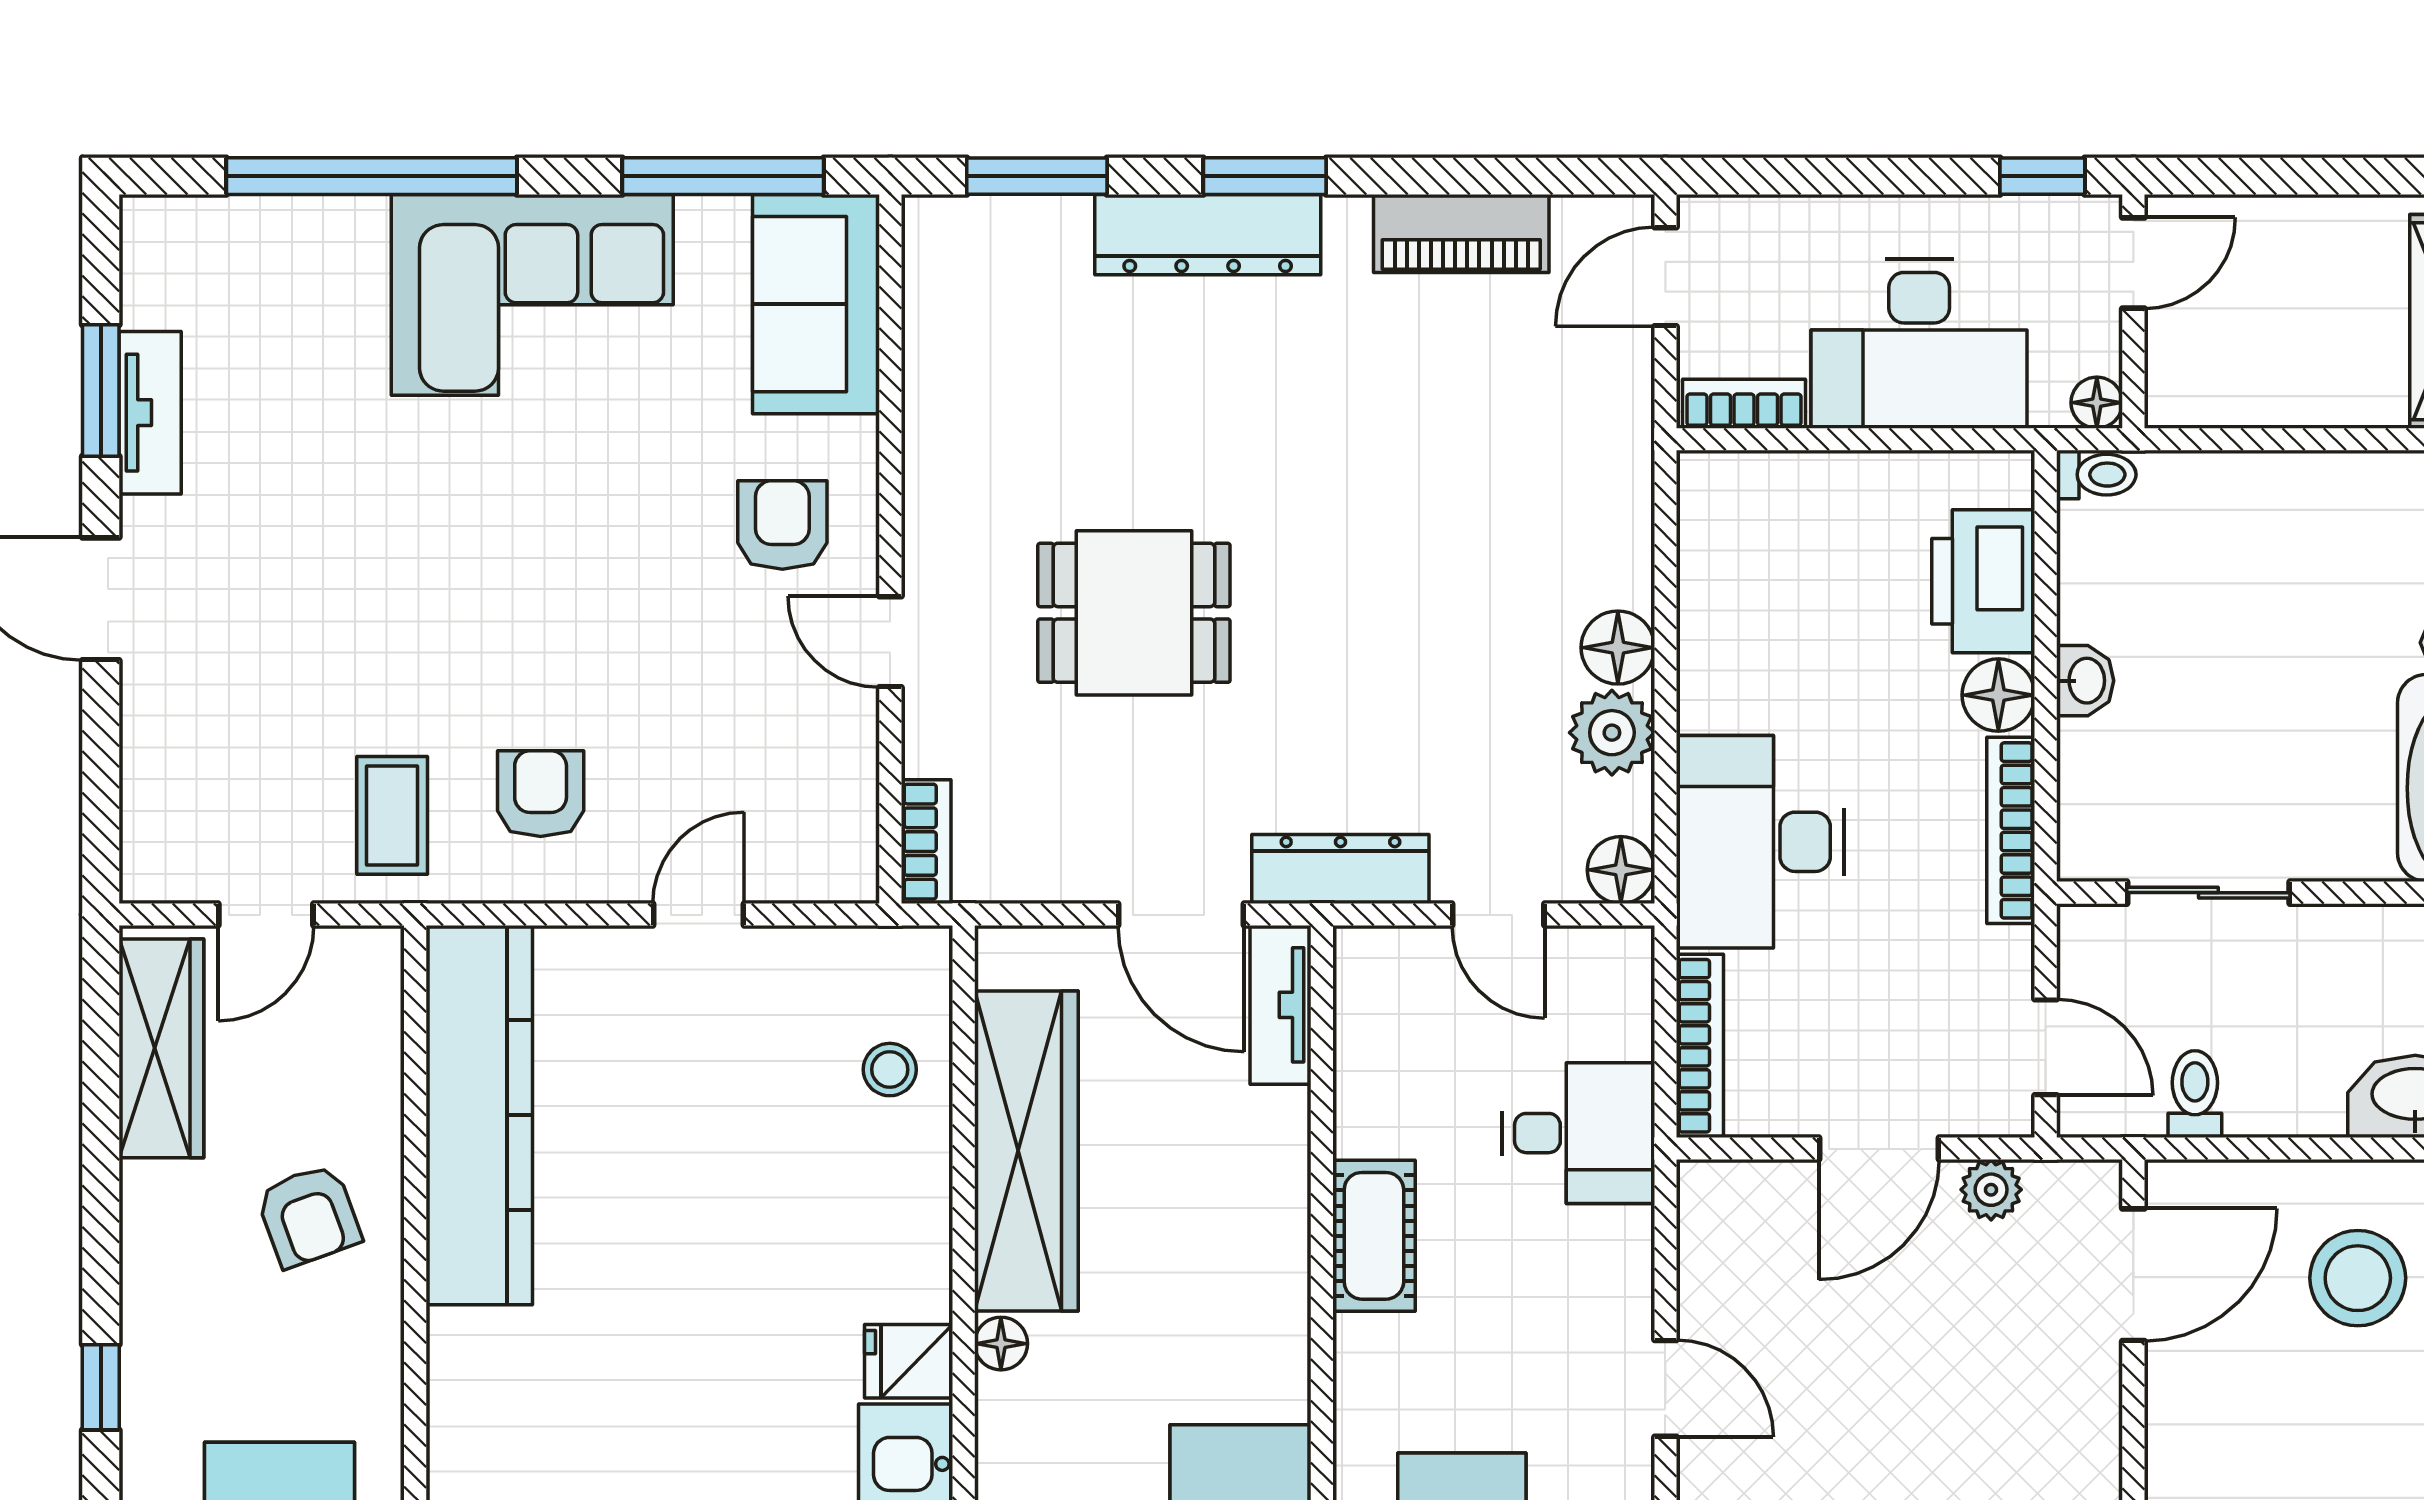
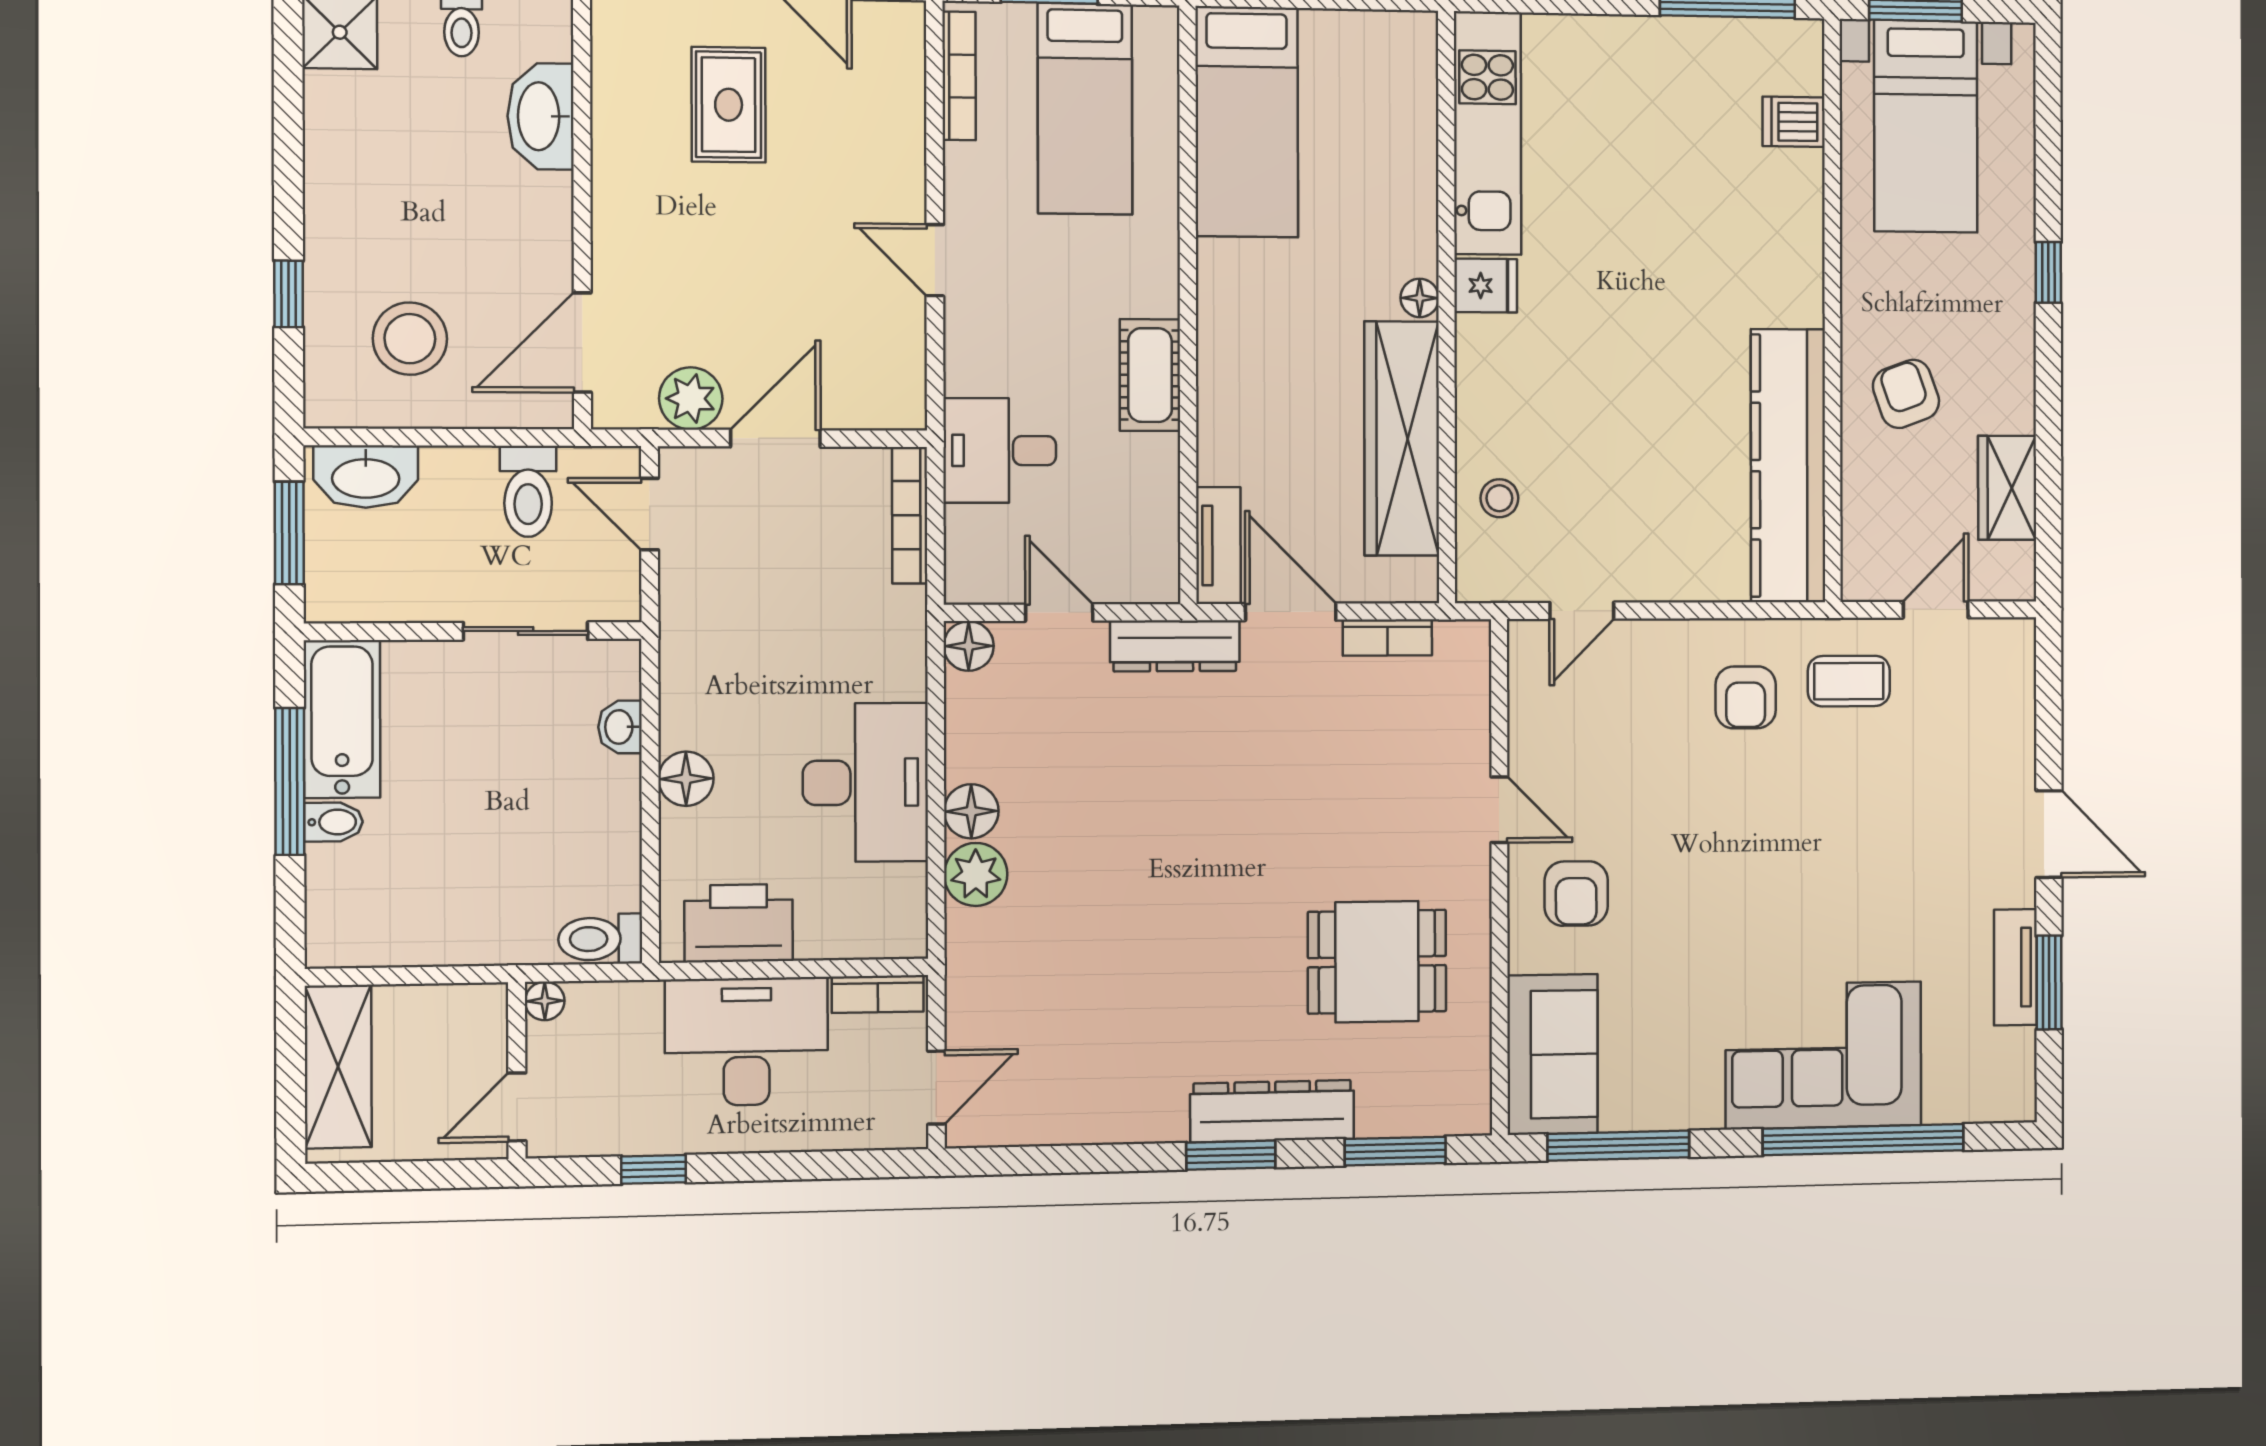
piano: (1461, 233) -> (1087, 1116), removed
door: (2133, 263) -> (517, 1107), moved
corner sofa: (532, 295) -> (1824, 1055), moved
wall: (2133, 311) -> (517, 1070), moved
floor lamp: (2097, 403) -> (545, 1001), moved
toilet: (2096, 475) -> (600, 939), width x1.37, depth x1.39
printer: (1983, 581) -> (739, 923), moved, turned -90
dining table: (1134, 613) -> (1377, 962), moved
washbasin: (2085, 681) -> (620, 727), moved
plant: (1612, 733) -> (976, 874), moved
coffee table: (392, 815) -> (1849, 681), turned 90
bookcase: (2011, 830) -> (676, 677), removed
bookcase: (926, 842) -> (1387, 638), moved, turned -90
desk: (1760, 842) -> (865, 782), moved
door: (699, 915) -> (1582, 611), moved
wardrobe: (161, 1048) -> (2007, 488), width x0.67
toilet: (2195, 1094) -> (528, 491), width x1.37, depth x1.39
plant: (1991, 1190) -> (691, 399), width x1.38, depth x1.38

